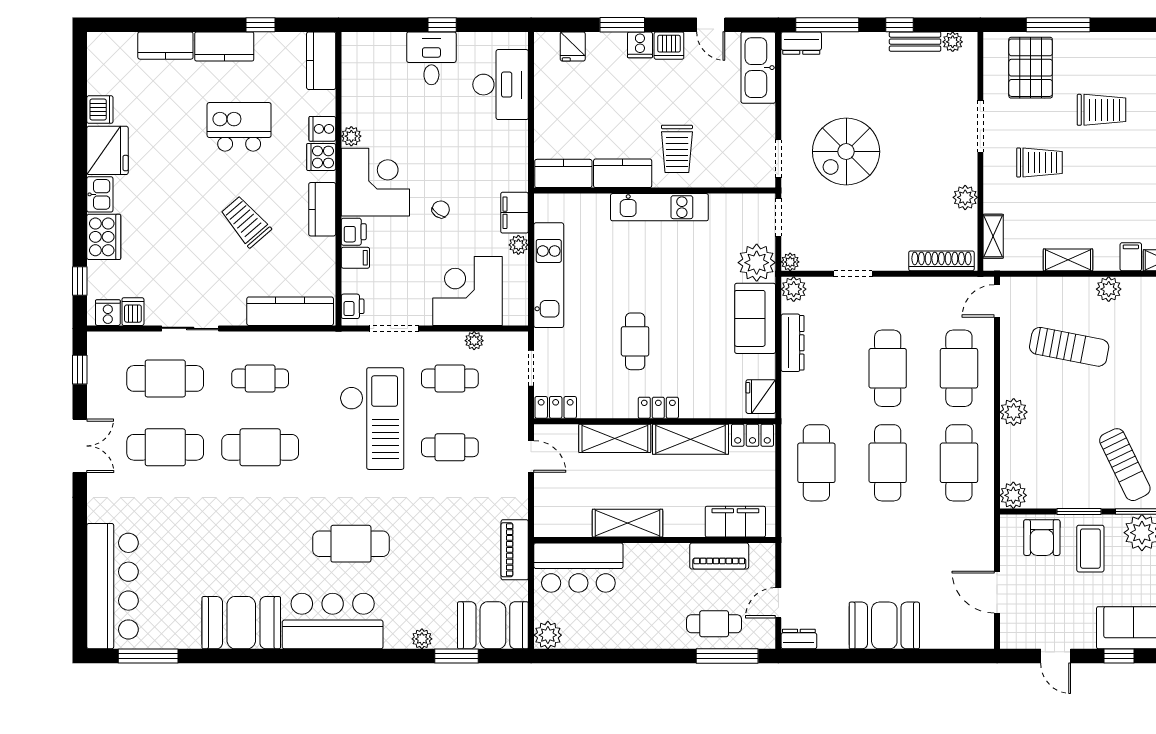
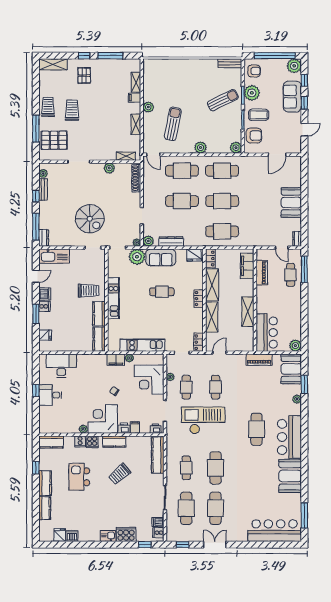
fridge: (108, 150) -> (60, 535), moved, width x0.53, depth x0.75
trolley: (1039, 163) -> (48, 107), moved
cafe table: (635, 341) -> (162, 292), moved

